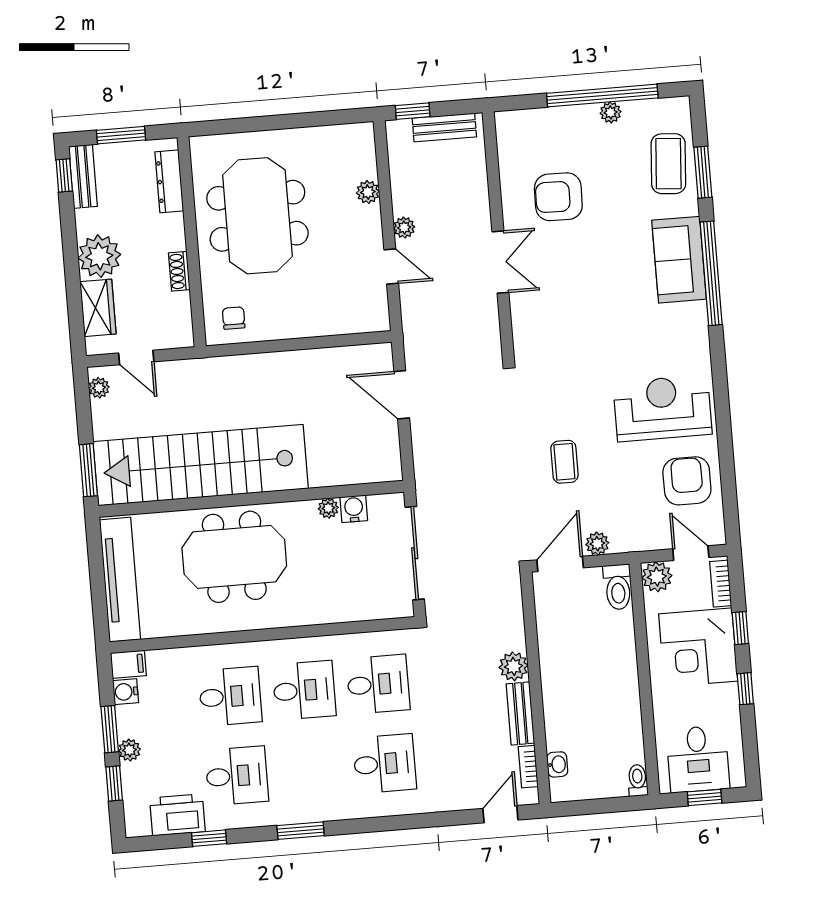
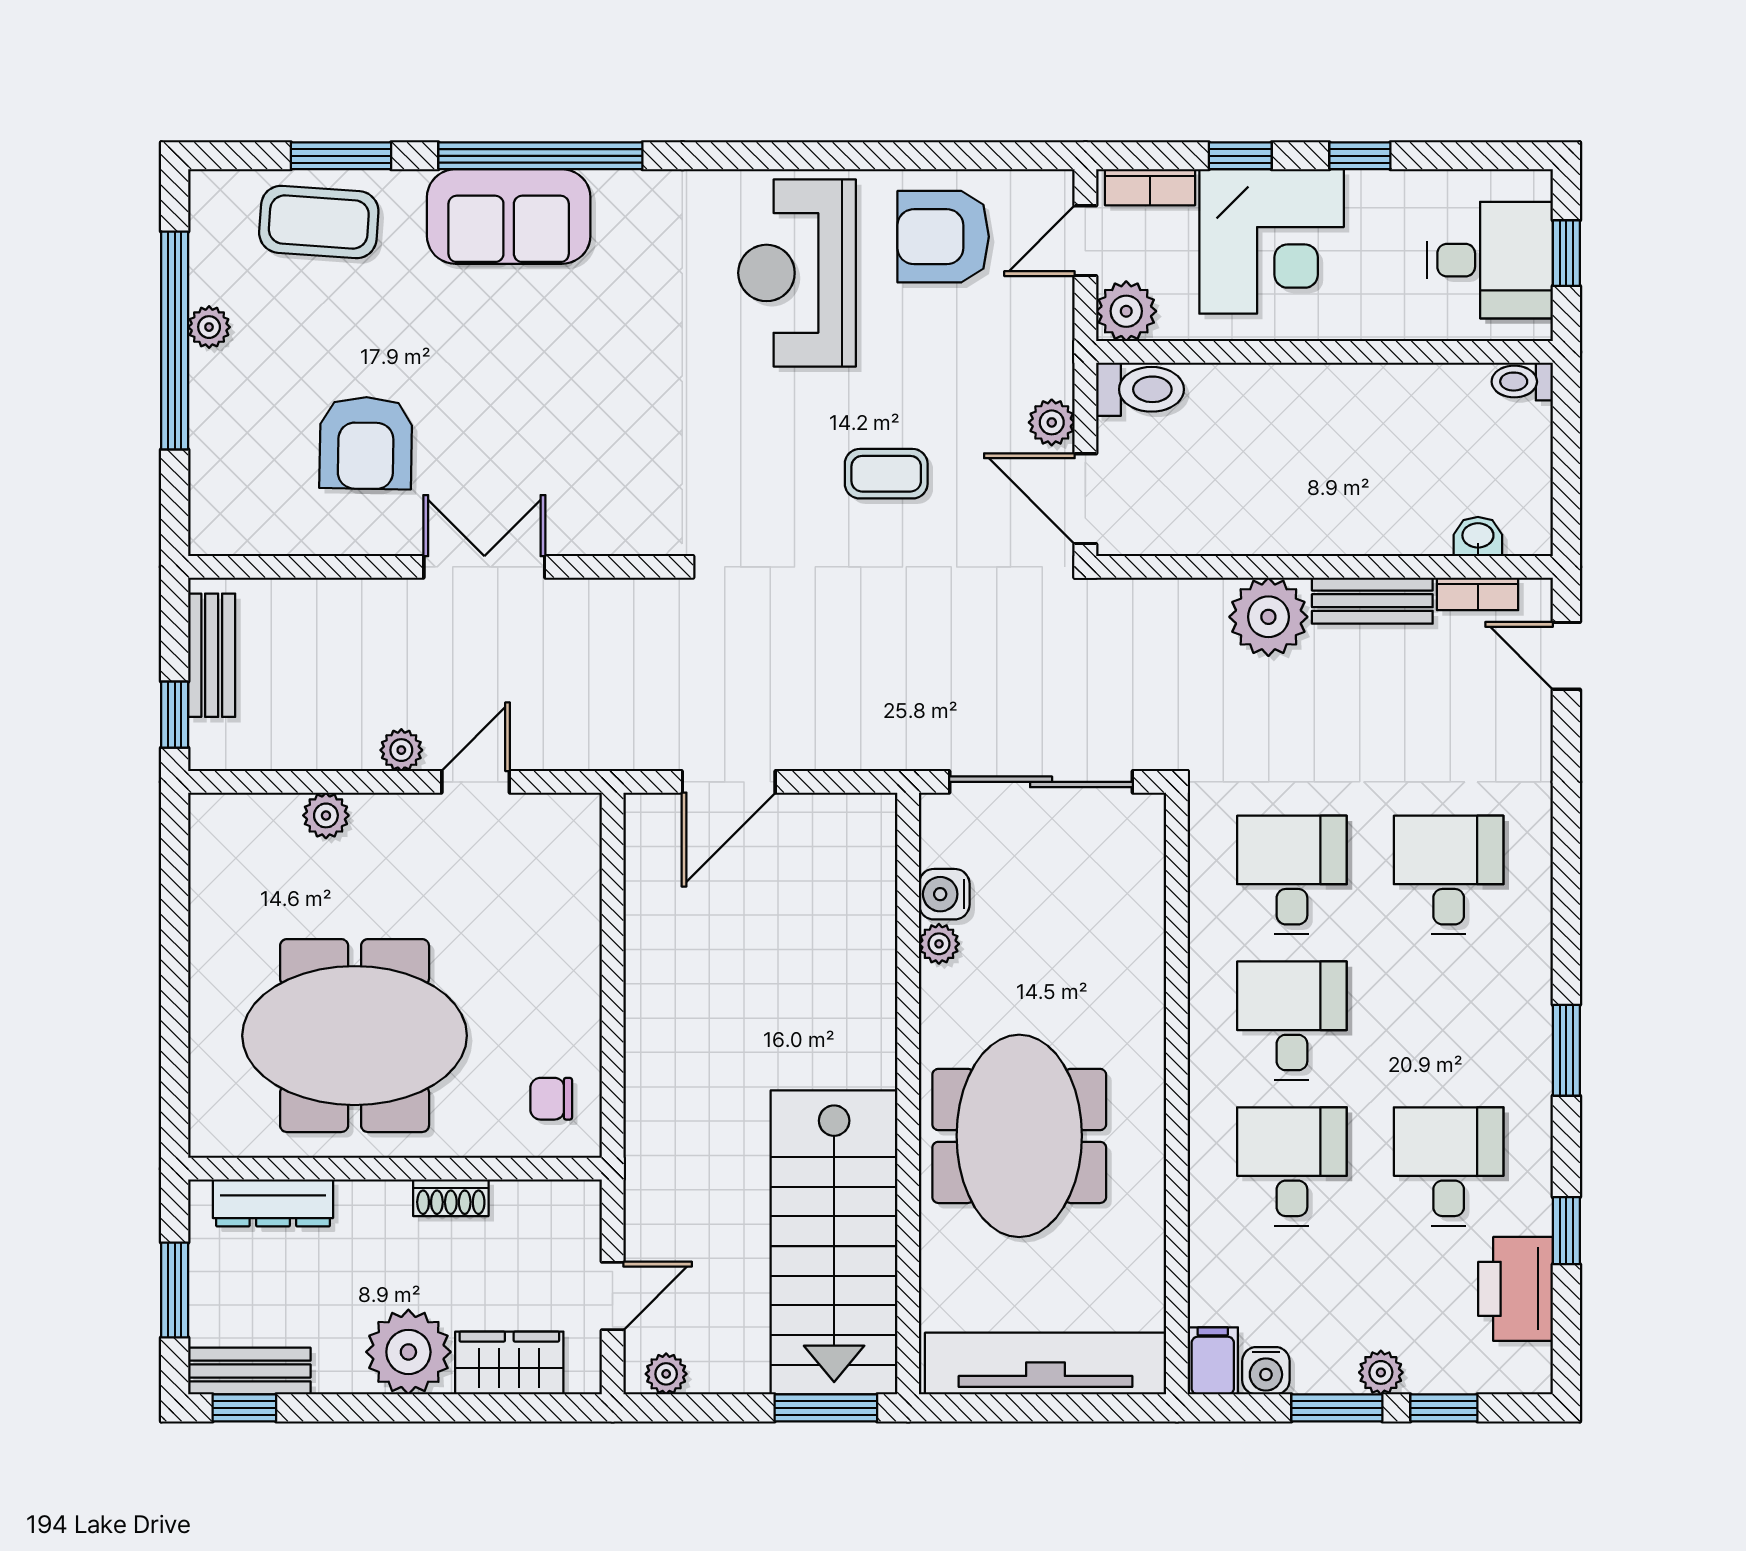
stairs: (201, 465) -> (834, 1242), width x0.73
plant: (514, 666) -> (1268, 617), width x1.36, depth x1.36

